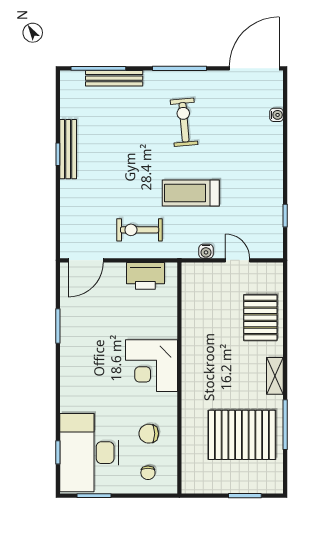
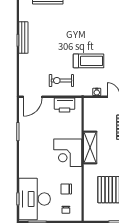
exercise bike: (184, 122) -> (85, 23), removed
treadmill: (191, 193) -> (89, 61), turned 180
shelving: (194, 356) -> (90, 147), added

